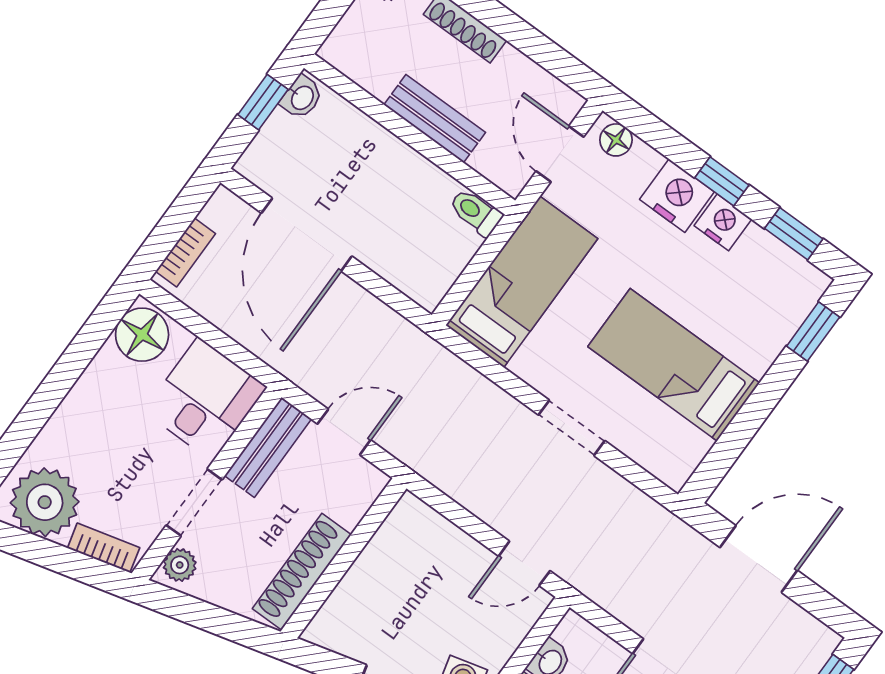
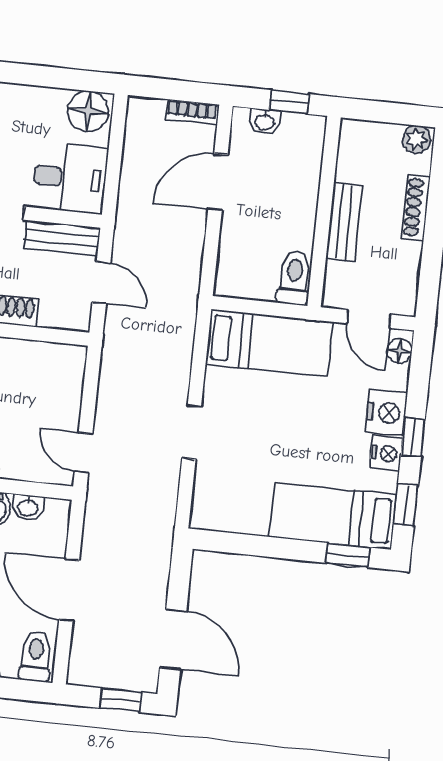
washbasin: (302, 97) -> (265, 121), moved
door: (560, 154) -> (369, 319), swing flipped
toilet: (476, 212) -> (294, 278), width x1.37, depth x1.39
door: (307, 235) -> (218, 182), width x0.73
bookcase: (185, 253) -> (192, 112), moved
bed: (674, 365) -> (333, 516), moved, turned -90
door: (759, 559) -> (173, 639), moved

